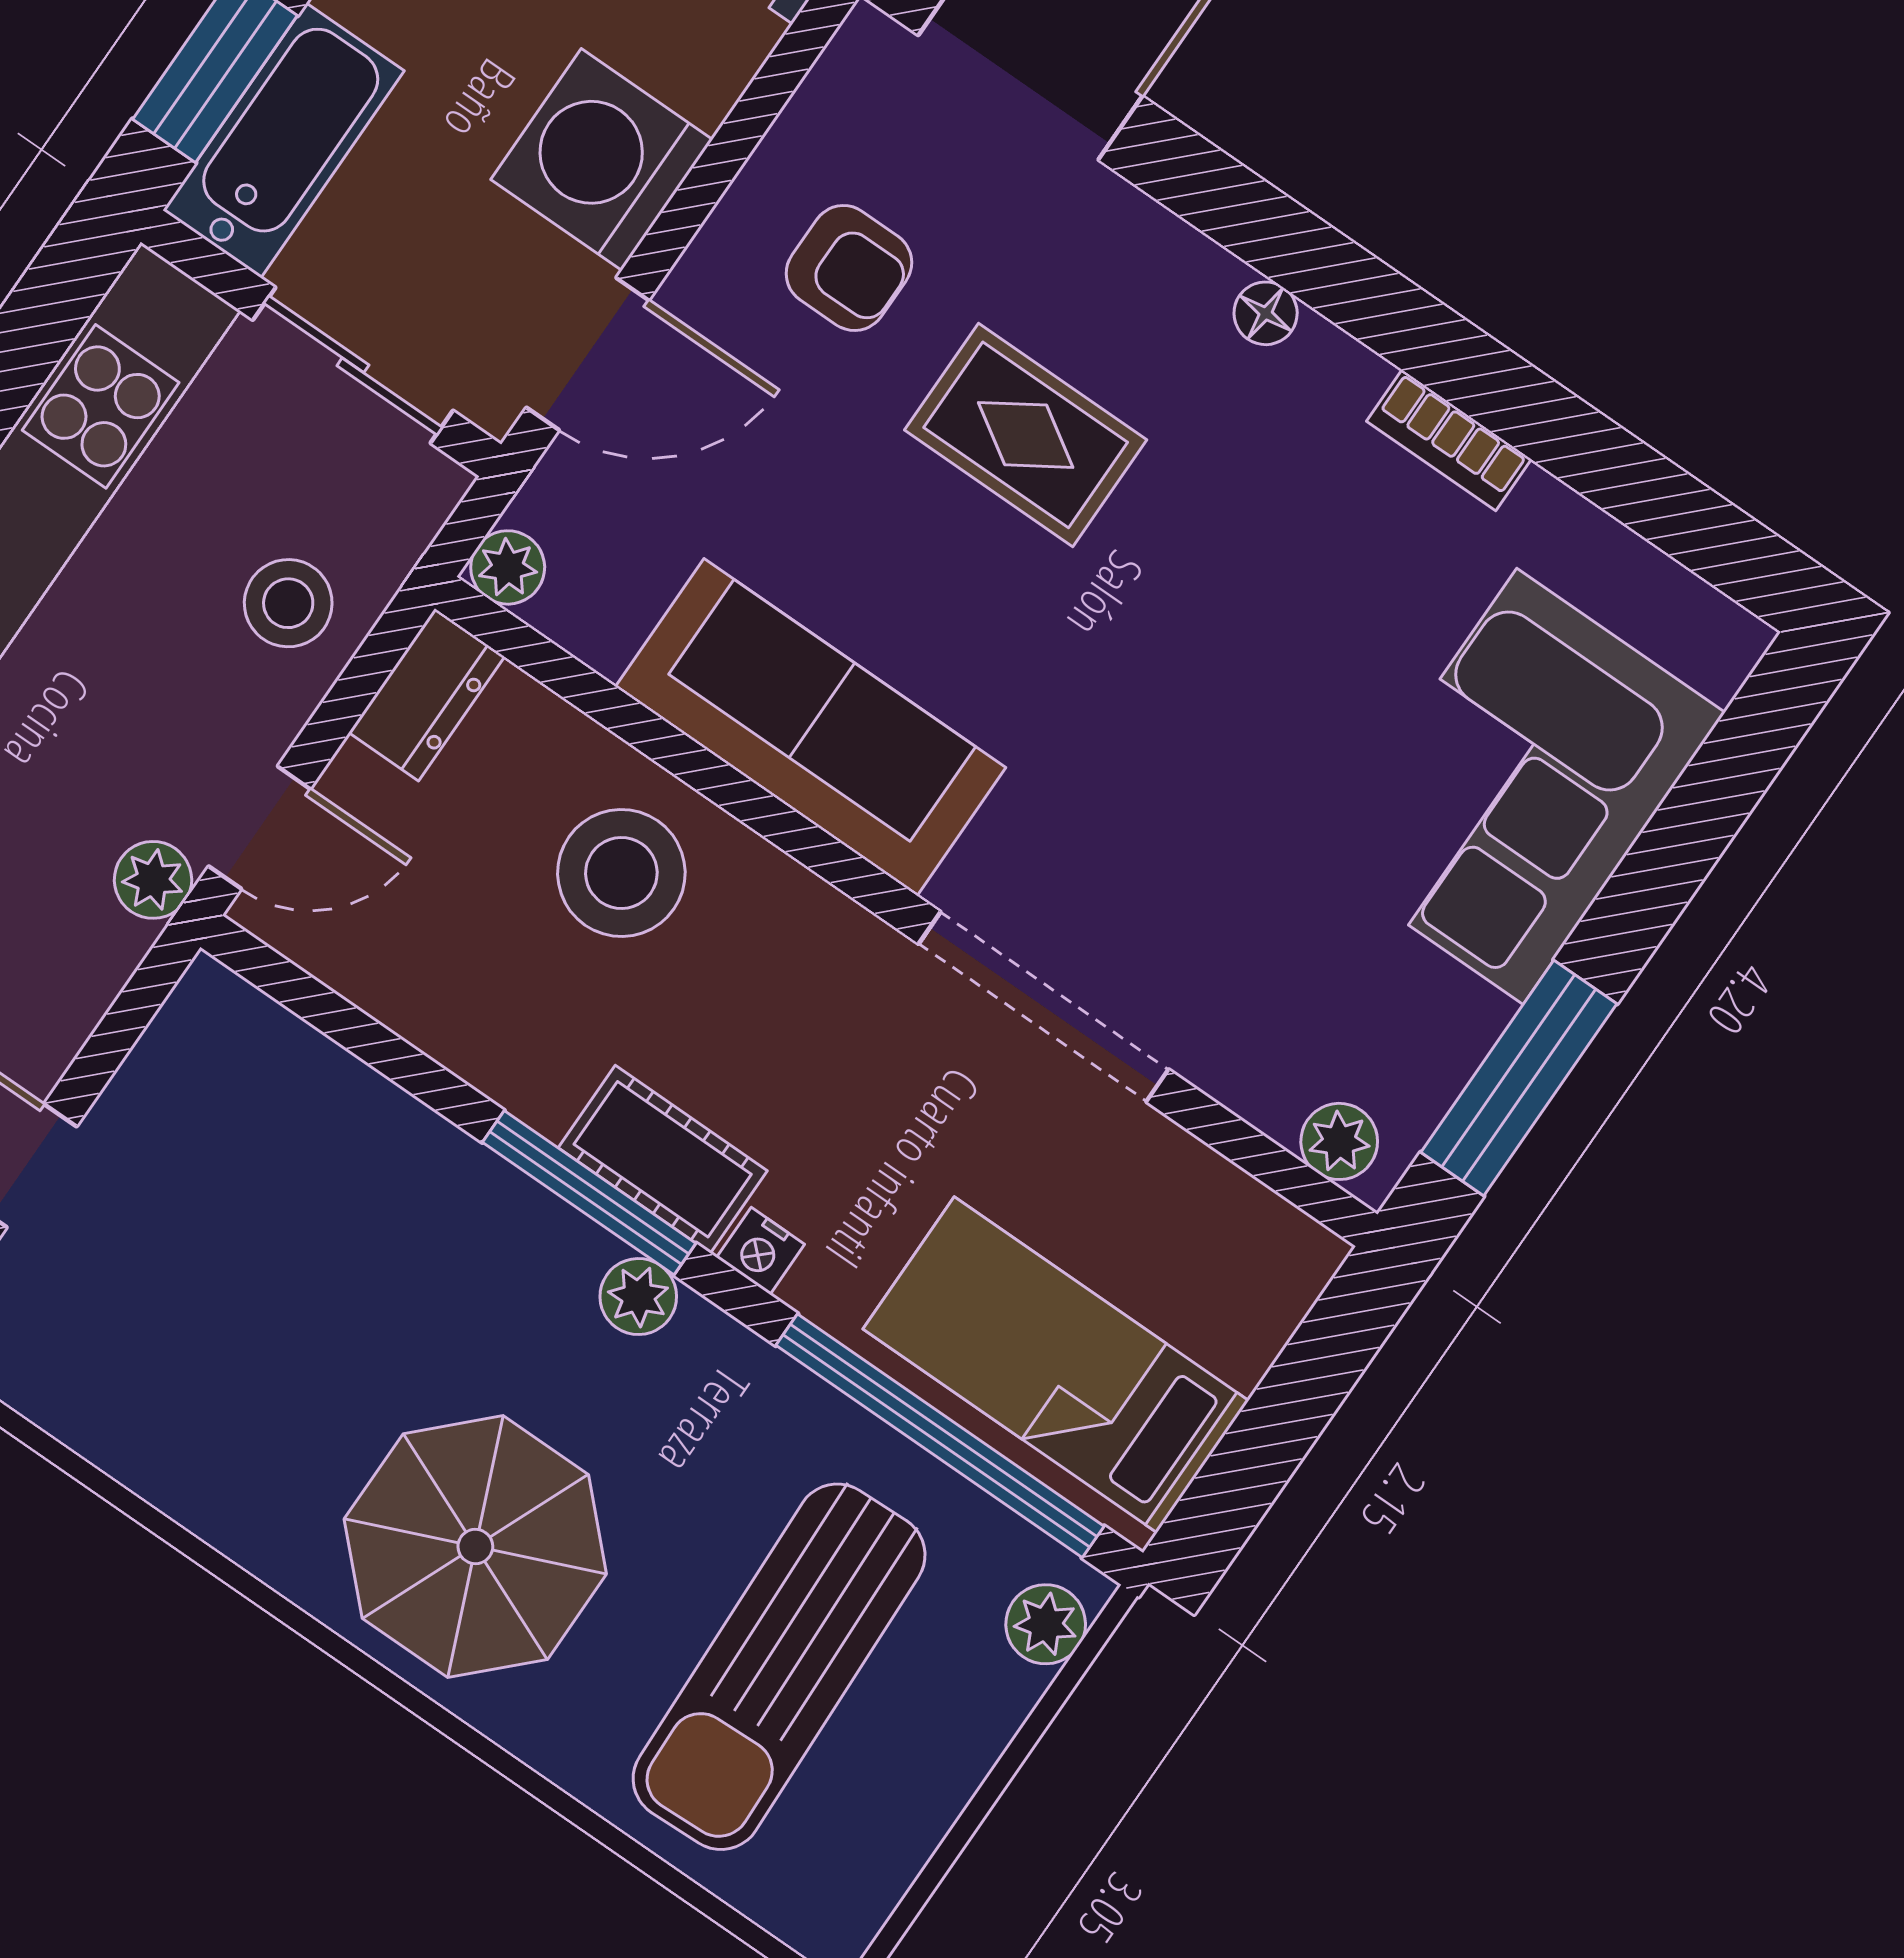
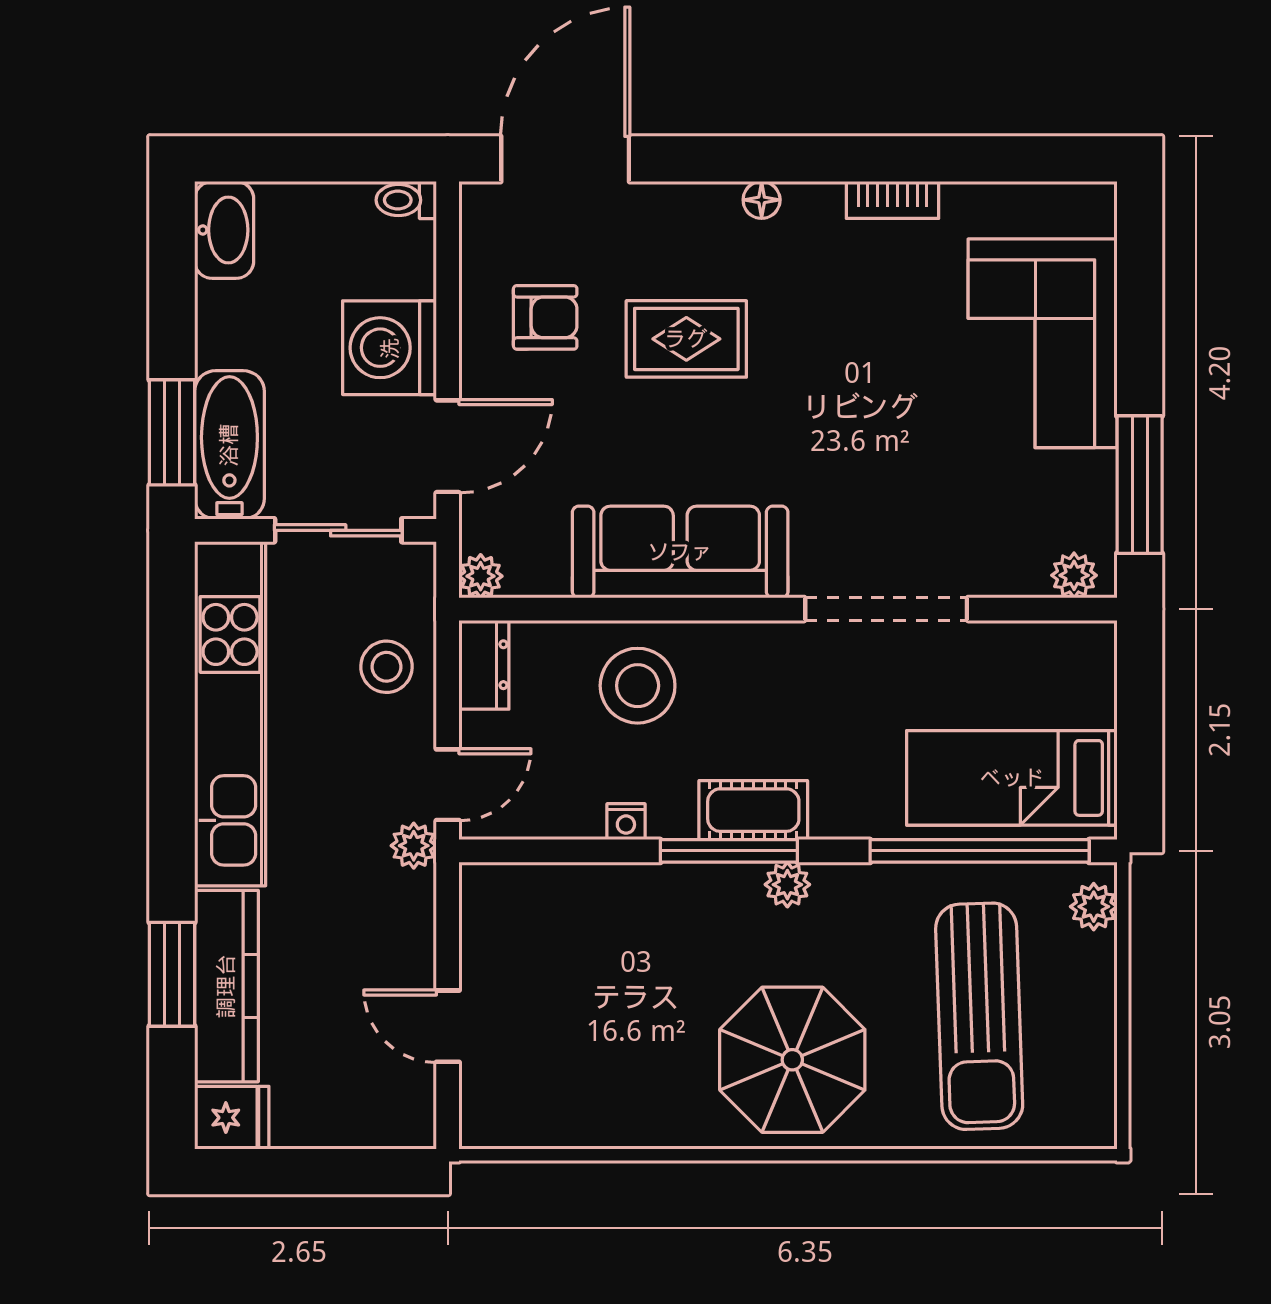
nightstand: (761, 1251) -> (626, 822), moved

